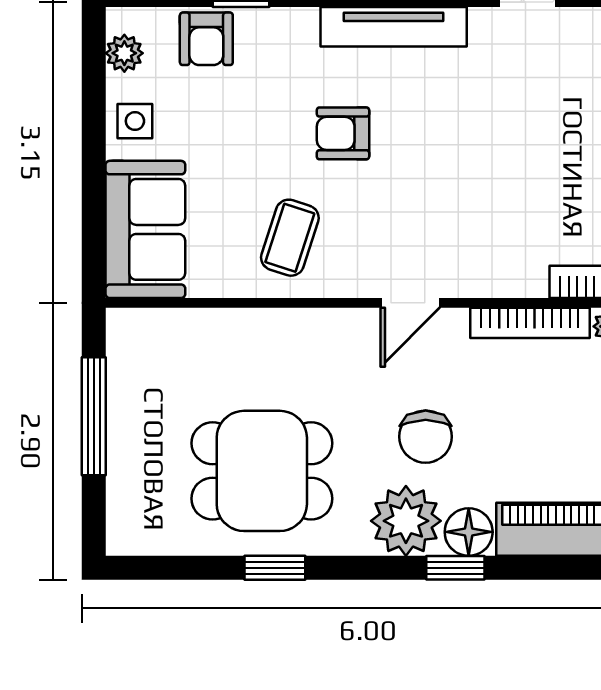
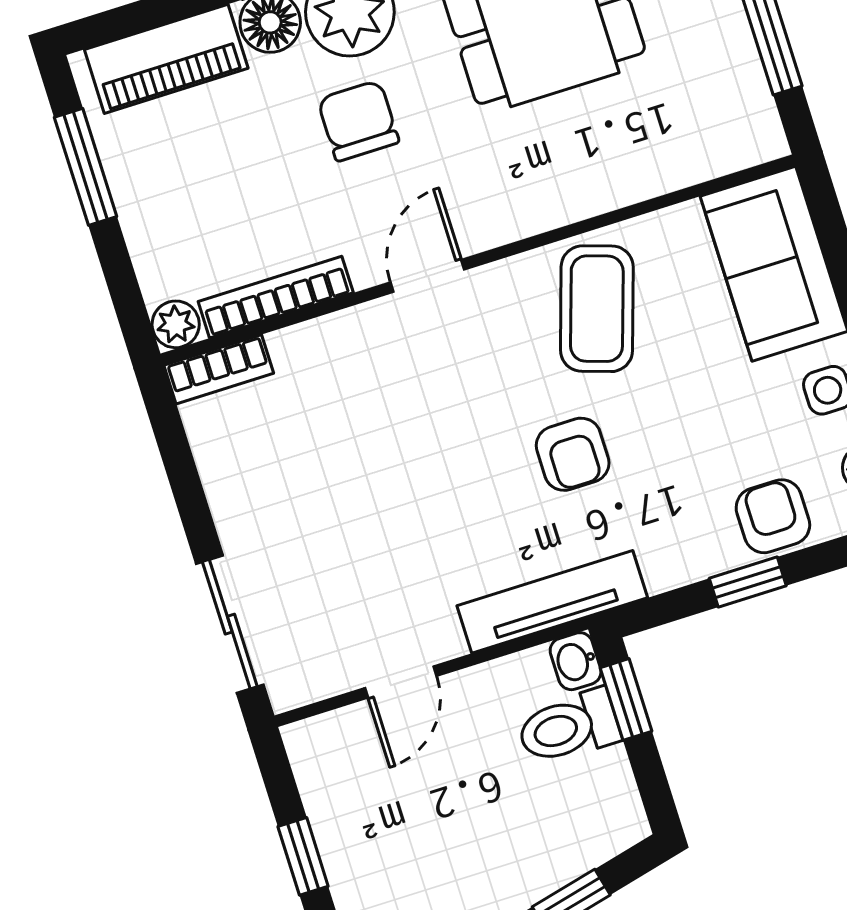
armchair: (343, 133) -> (573, 454), turned 90
coffee table: (290, 238) -> (597, 309), width x1.36, depth x1.30

